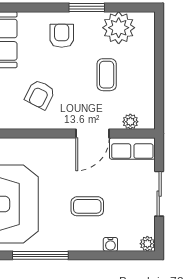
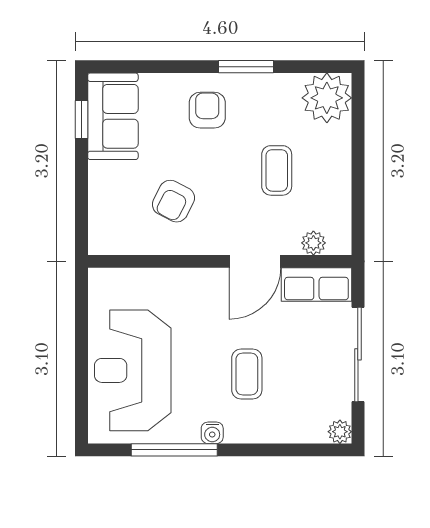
plant: (119, 28) -> (327, 98), moved
sliding door: (159, 194) -> (358, 354), width x1.37
coffee table: (87, 206) -> (247, 374), turned 90
water cooler: (110, 244) -> (212, 433), moved

